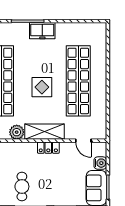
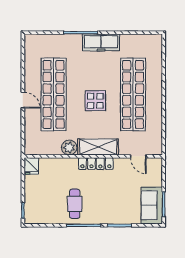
freezer: (42, 31) -> (101, 42), width x1.40
locker: (48, 148) -> (96, 164), width x1.53
water cooler: (100, 163) -> (156, 179), removed

